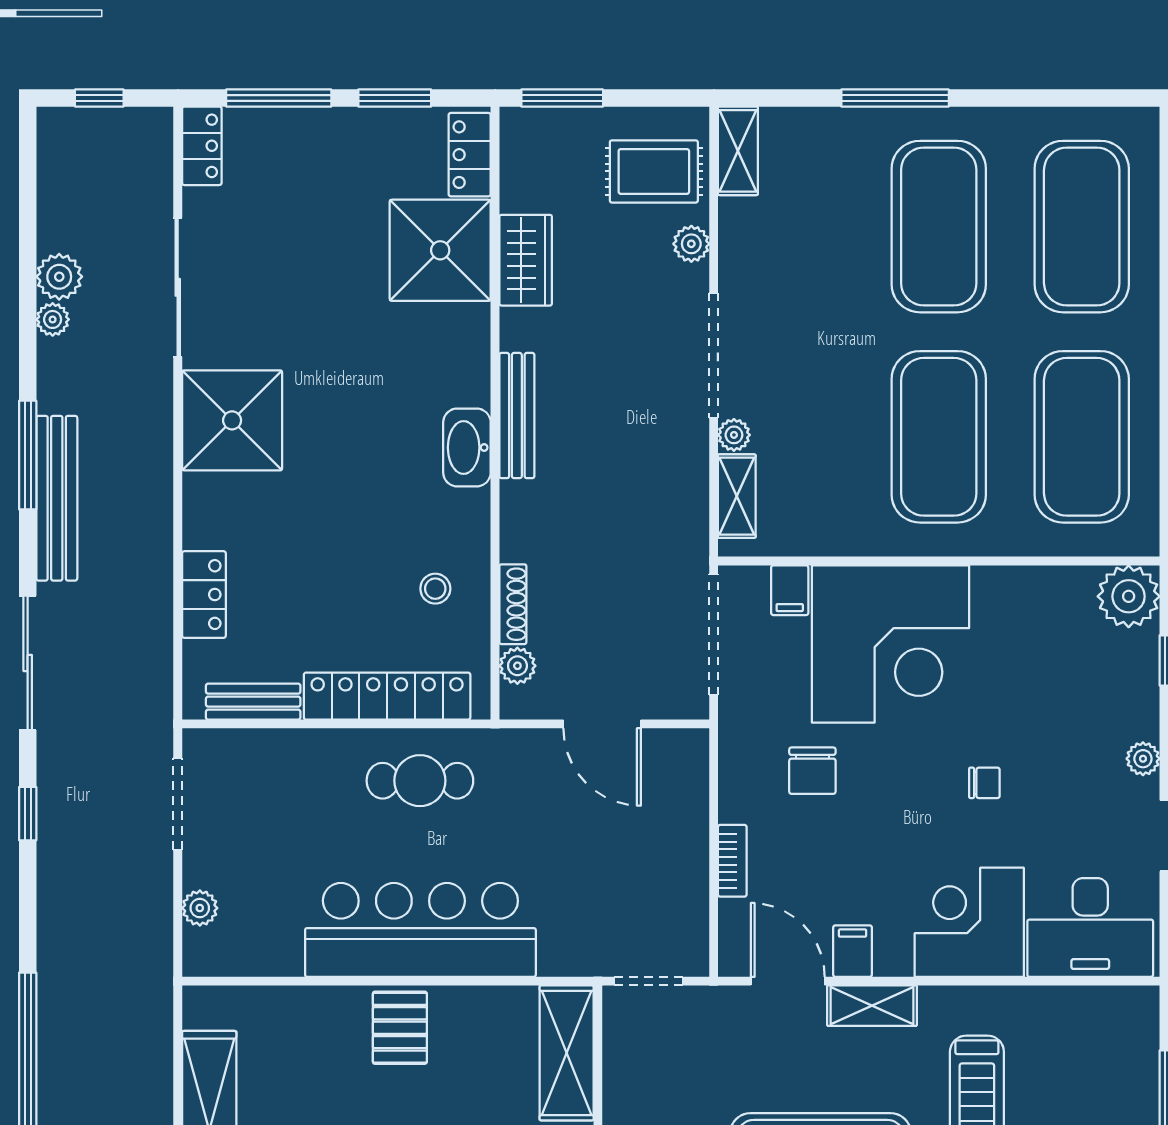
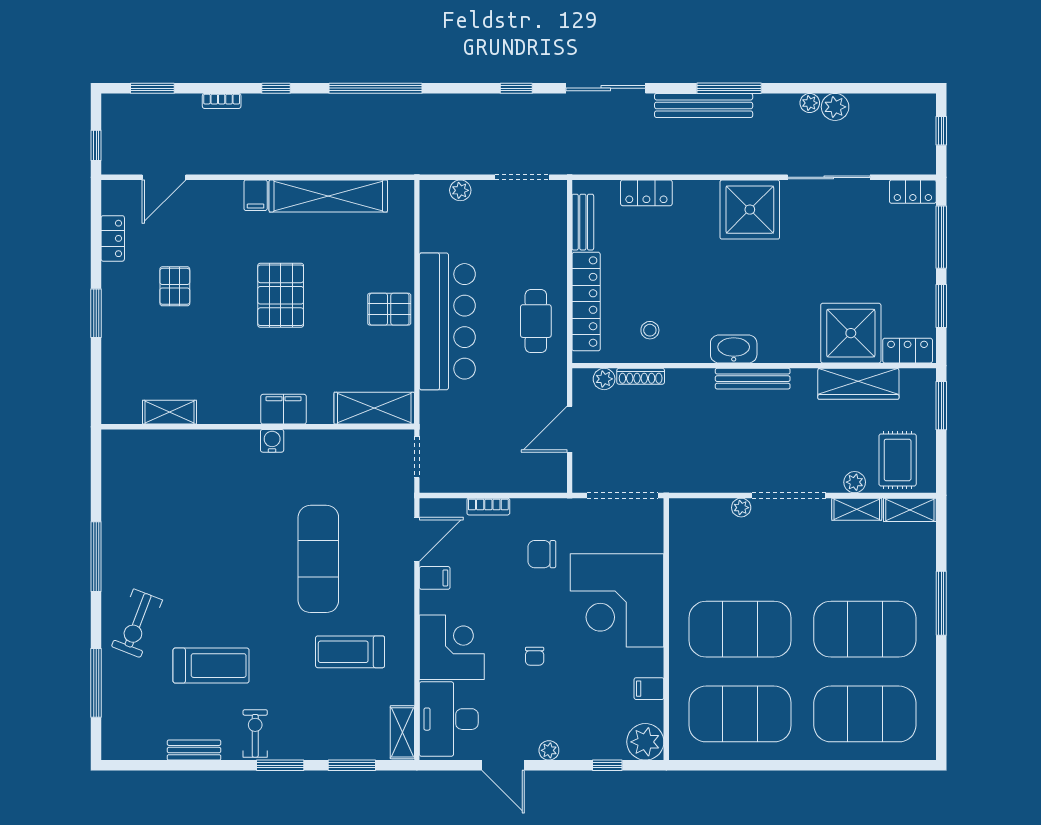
wardrobe: (526, 260) -> (858, 384), width x1.50
shelving: (737, 496) -> (857, 509), moved
filing cabinet: (790, 590) -> (649, 689), moved
shelving: (872, 1006) -> (402, 732), moved

